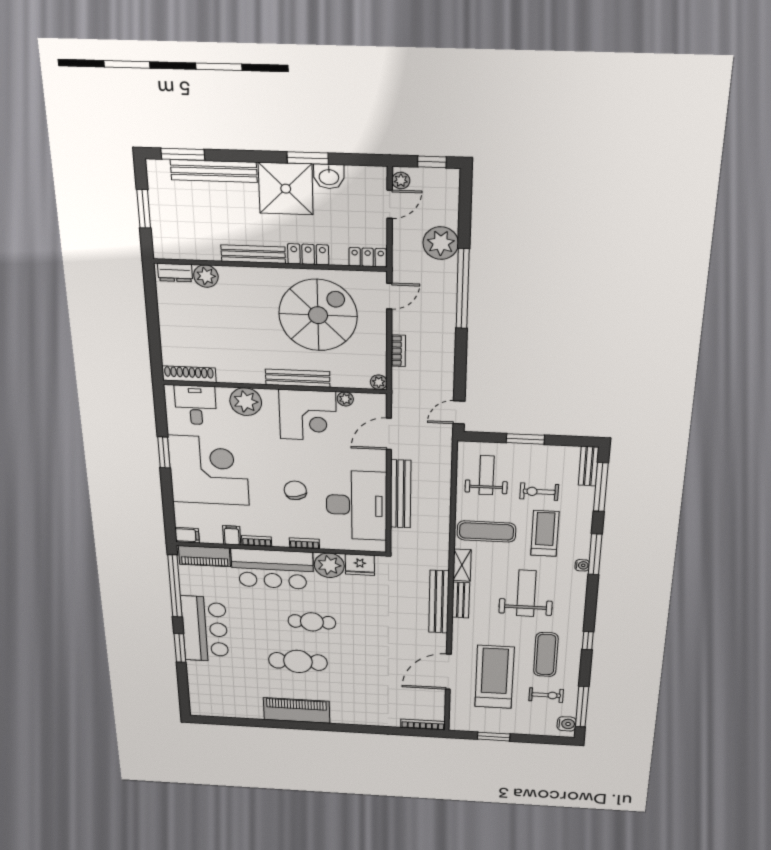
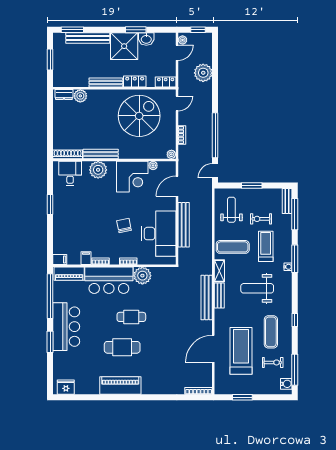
window: (463, 289) -> (215, 135), moved
bench: (298, 378) -> (101, 154), moved
corner desk: (209, 470) -> (75, 215), removed
fridge: (360, 565) -> (66, 387), moved, turned 180
weight bench: (526, 593) -> (257, 288), turned -90

